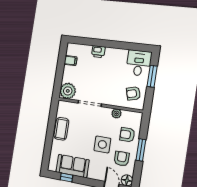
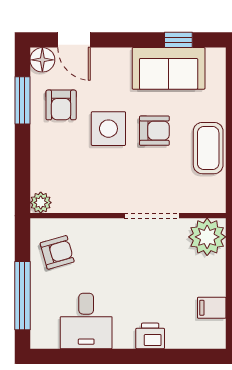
desk: (139, 63) -> (86, 321), moved
window: (152, 76) -> (22, 296), width x1.44
plant: (116, 113) -> (41, 203), moved
armchair: (127, 135) -> (154, 131), moved
window: (141, 150) -> (22, 100), moved

